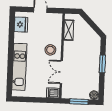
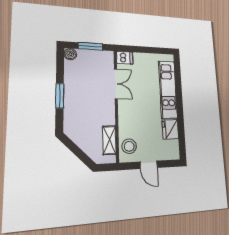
fridge: (21, 24) -> (170, 129), moved
stool: (50, 50) -> (129, 146), moved

